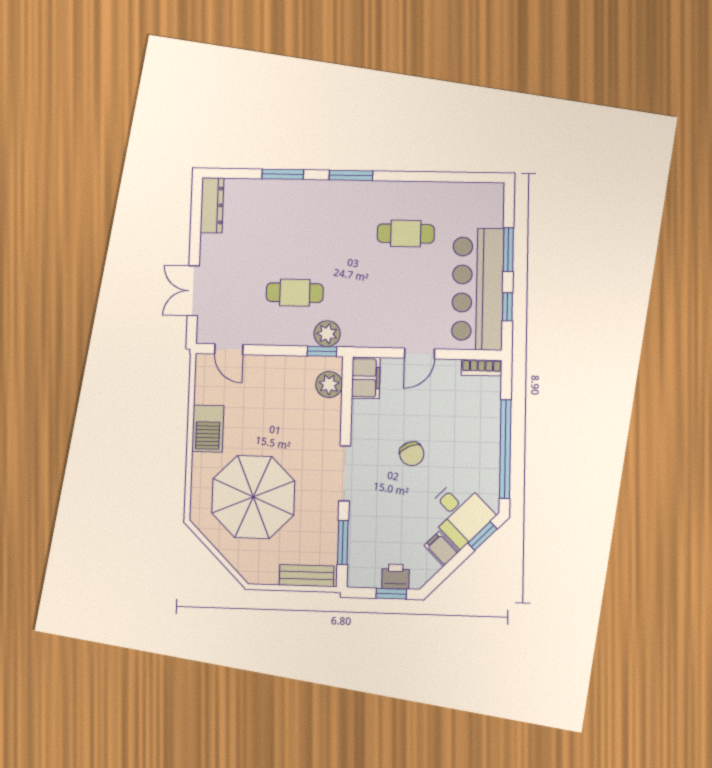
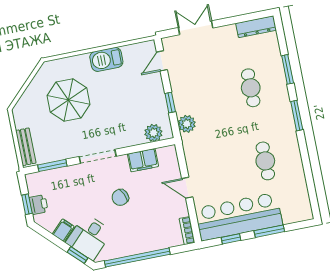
cafe table: (295, 293) -> (251, 88), moved
window: (322, 351) -> (170, 102), moved
filing cabinet: (366, 378) -> (143, 160), moved
parasol: (253, 497) -> (68, 100), width x0.73, depth x0.73

